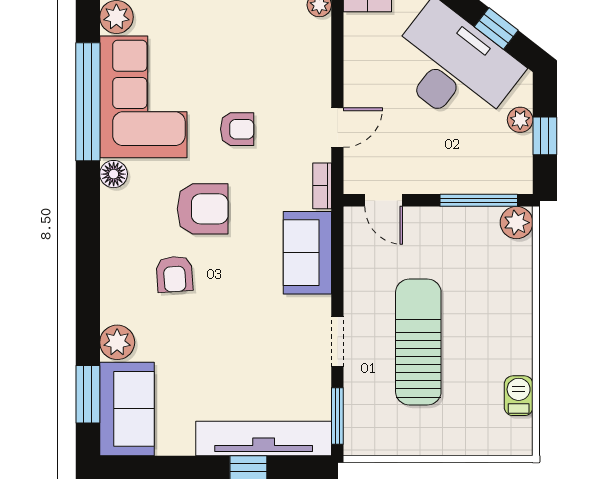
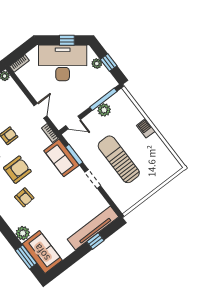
plant: (517, 223) -> (104, 110), moved
barbecue: (519, 396) -> (146, 128), moved
window: (337, 416) -> (74, 155), moved

